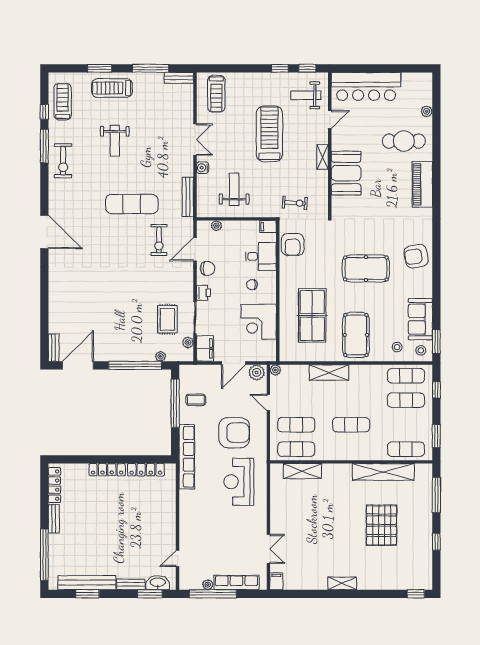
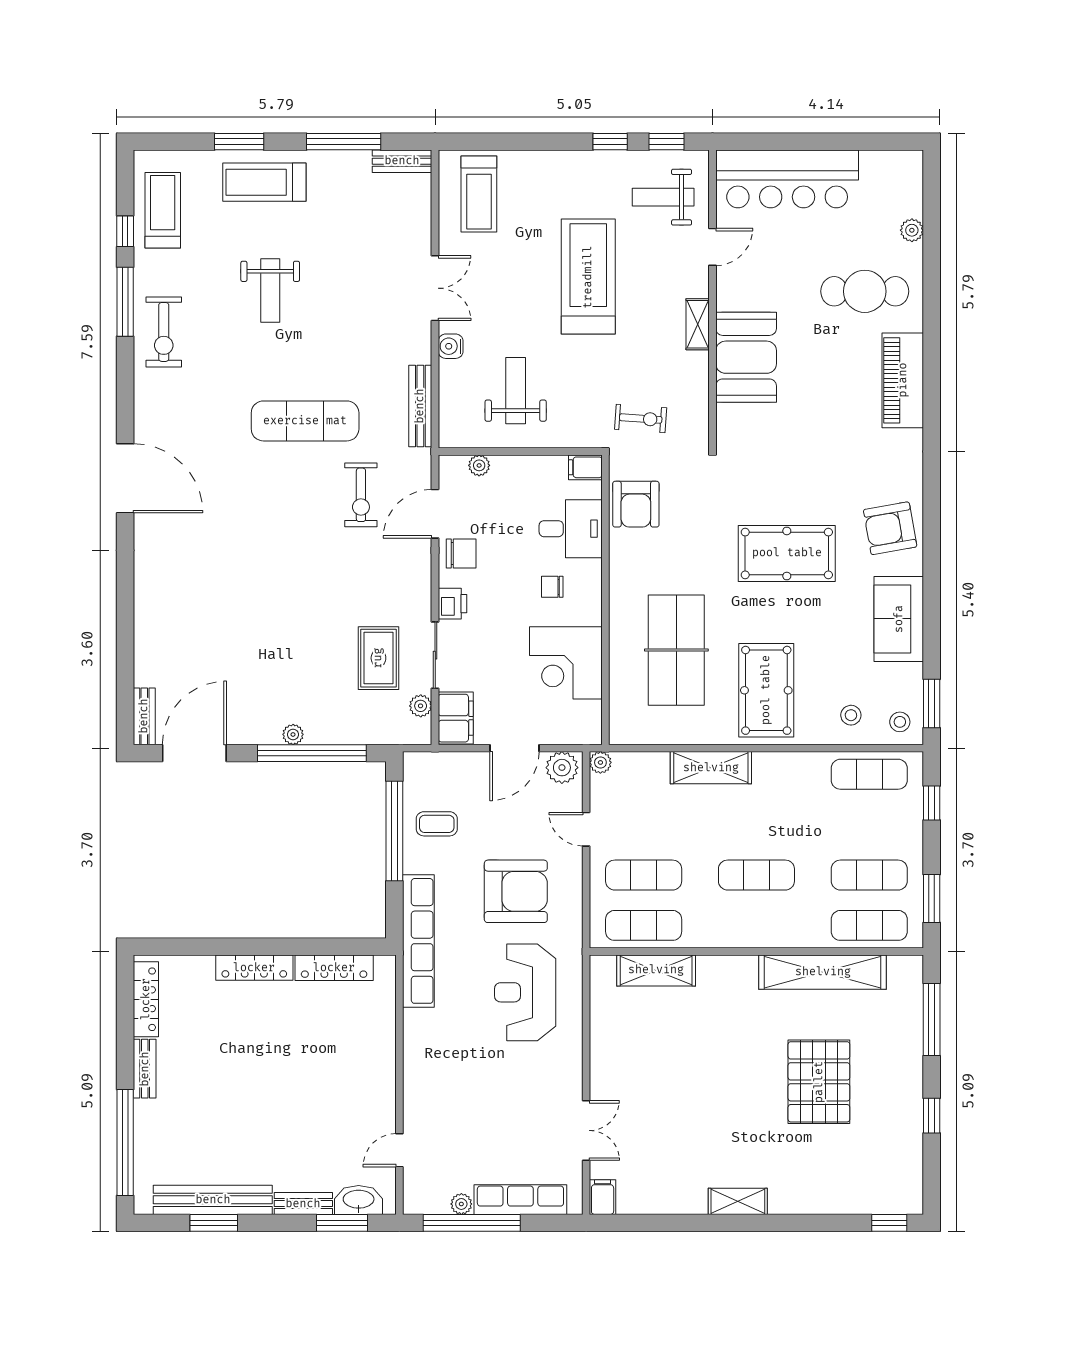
sofa: (420, 319) -> (899, 619), moved
plant: (161, 356) -> (293, 734), moved
exercise mat: (406, 400) -> (869, 875), moved

